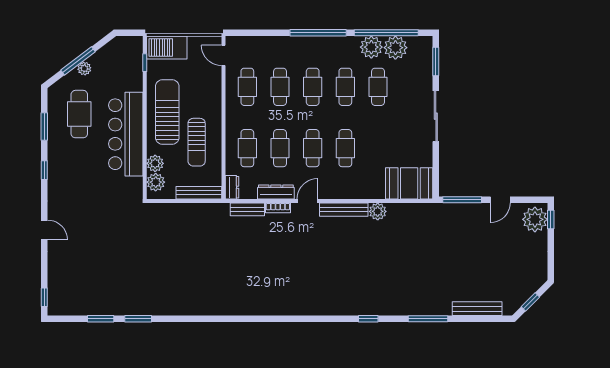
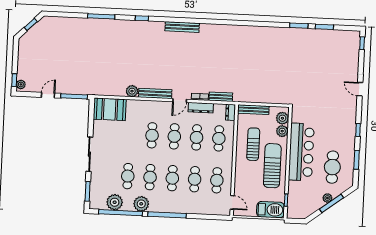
plant: (371, 47) -> (141, 204), moved
sun lounger: (167, 112) -> (272, 166), turned 180
plant: (535, 219) -> (21, 84), width x0.53, depth x0.53
bench: (477, 309) -> (182, 27), moved

